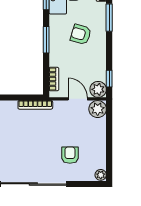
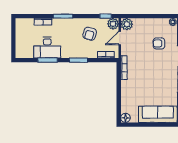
armchair: (81, 34) -> (90, 34), moved

